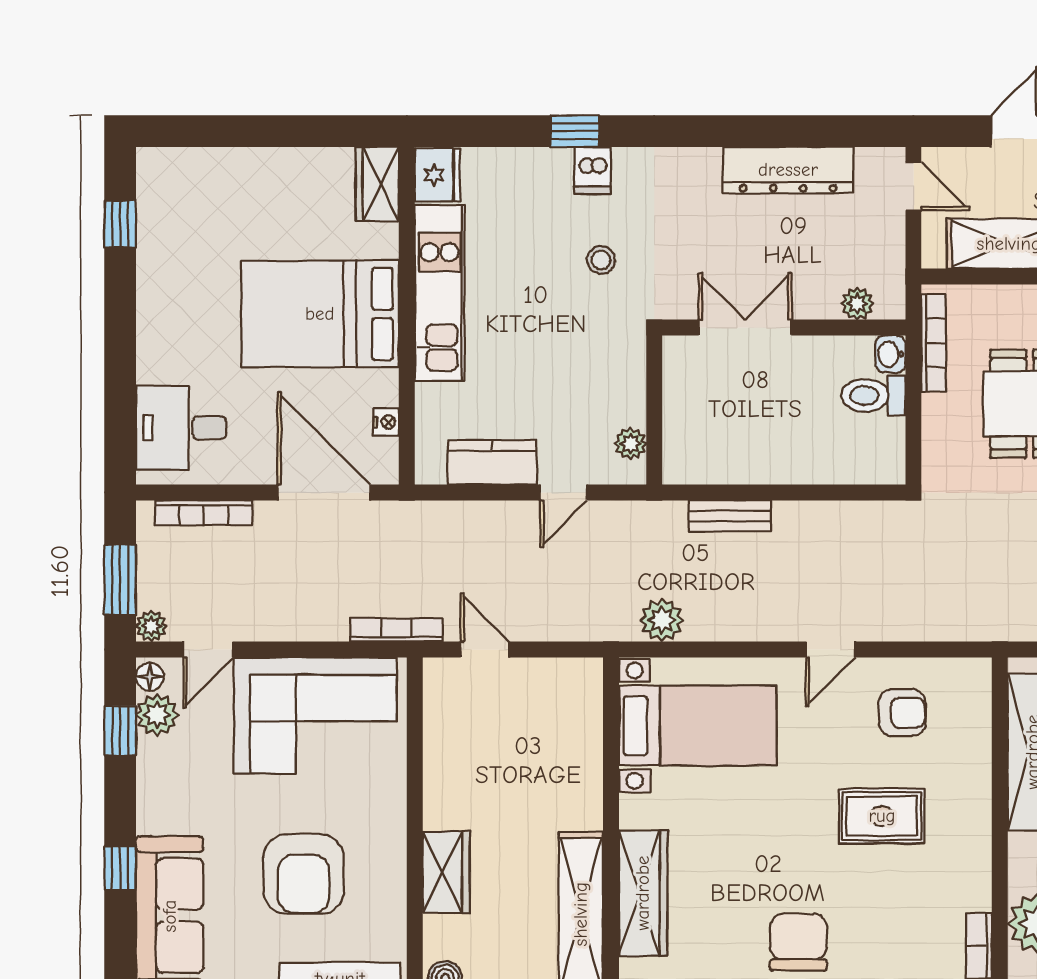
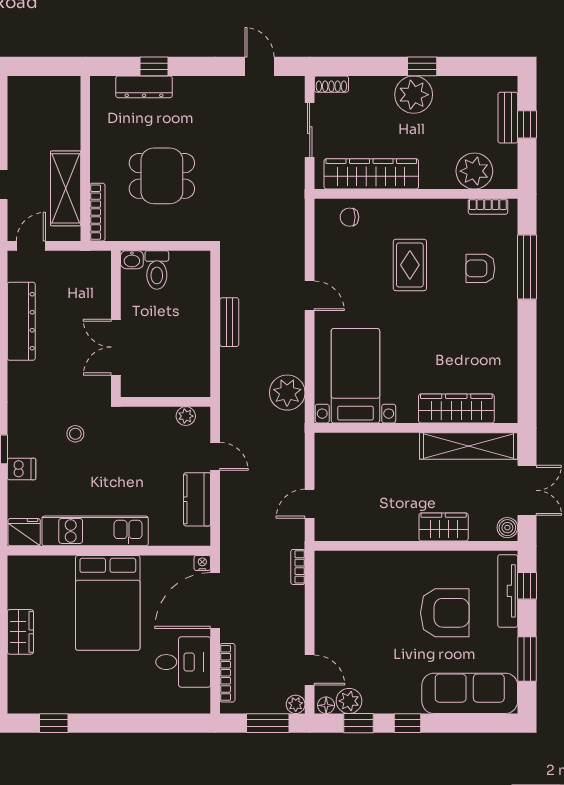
dishwasher: (593, 170) -> (21, 469), moved
wardrobe: (377, 184) -> (20, 632), moved, turned -90
plant: (857, 304) -> (102, 280), removed
bookcase: (934, 343) -> (97, 212), moved, turned 90
nightstand: (386, 422) -> (202, 563), moved
desk: (181, 428) -> (183, 662), moved, turned -90
bench: (730, 516) -> (229, 322), moved
plant: (662, 620) -> (287, 393), width x1.36, depth x1.36
bookcase: (396, 630) -> (298, 567), width x0.64
armchair: (902, 713) -> (480, 268), moved, turned -90
corner sofa: (315, 716) -> (349, 606), removed
window: (120, 868) -> (407, 723), moved
chair: (798, 942) -> (349, 217), moved, width x0.54, depth x0.54

